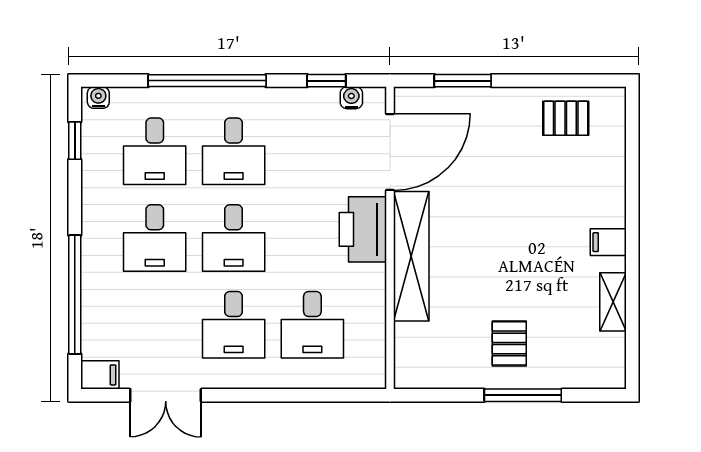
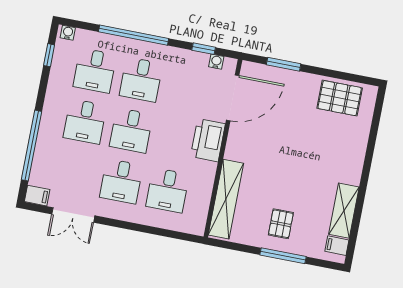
pallet: (566, 118) -> (340, 98), width x1.50, depth x1.42
filing cabinet: (608, 242) -> (337, 246), moved
shelving: (411, 256) -> (226, 199), moved
shelving: (613, 302) -> (344, 211), width x1.50, depth x1.33

